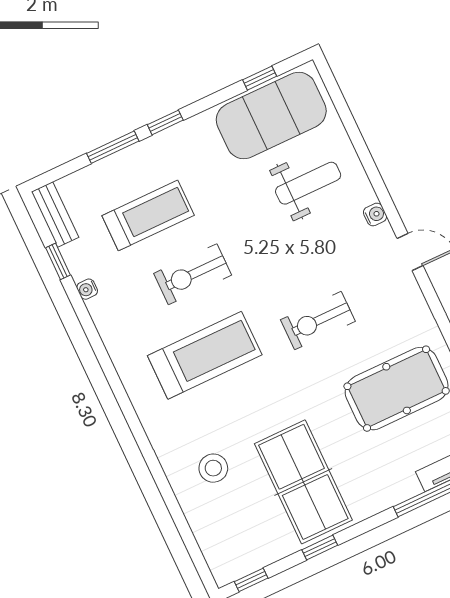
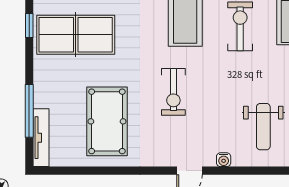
exercise bike: (318, 321) -> (173, 92), turned 180

